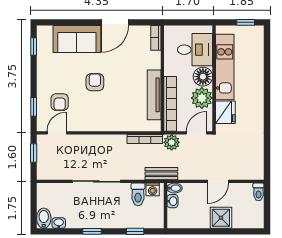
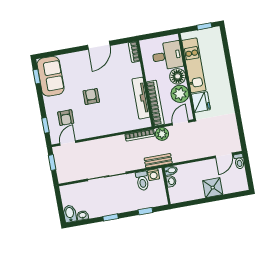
sofa: (77, 39) -> (51, 76), moved, turned -90
door: (218, 181) -> (224, 155), moved

